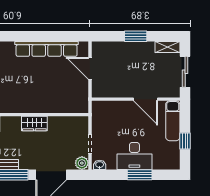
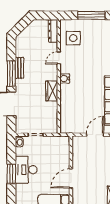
water cooler: (18, 107) -> (65, 78), added
plant: (82, 163) -> (21, 128), removed

